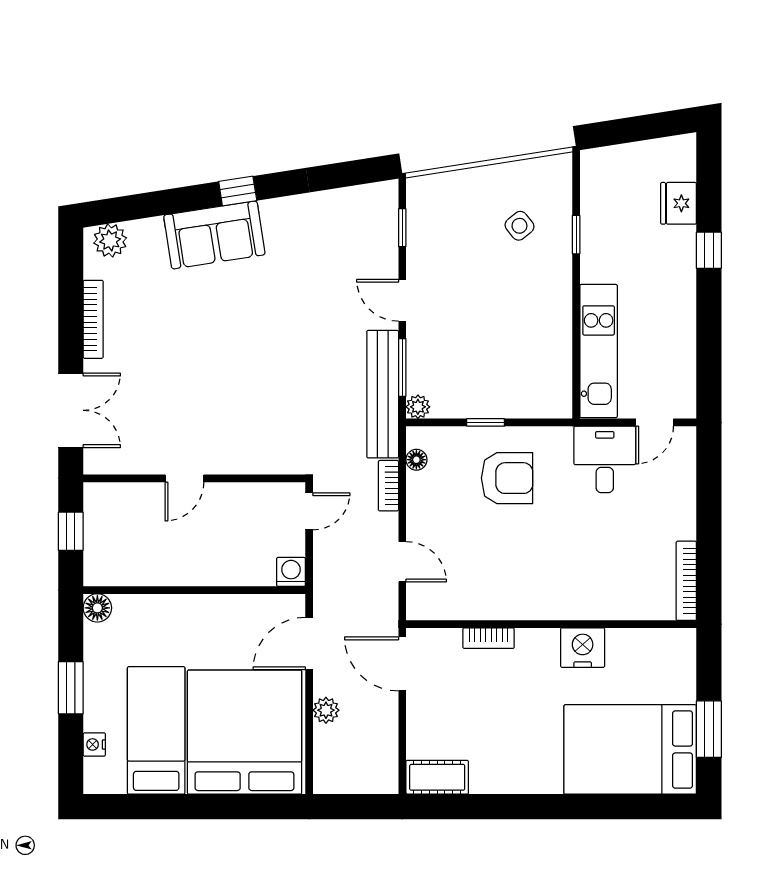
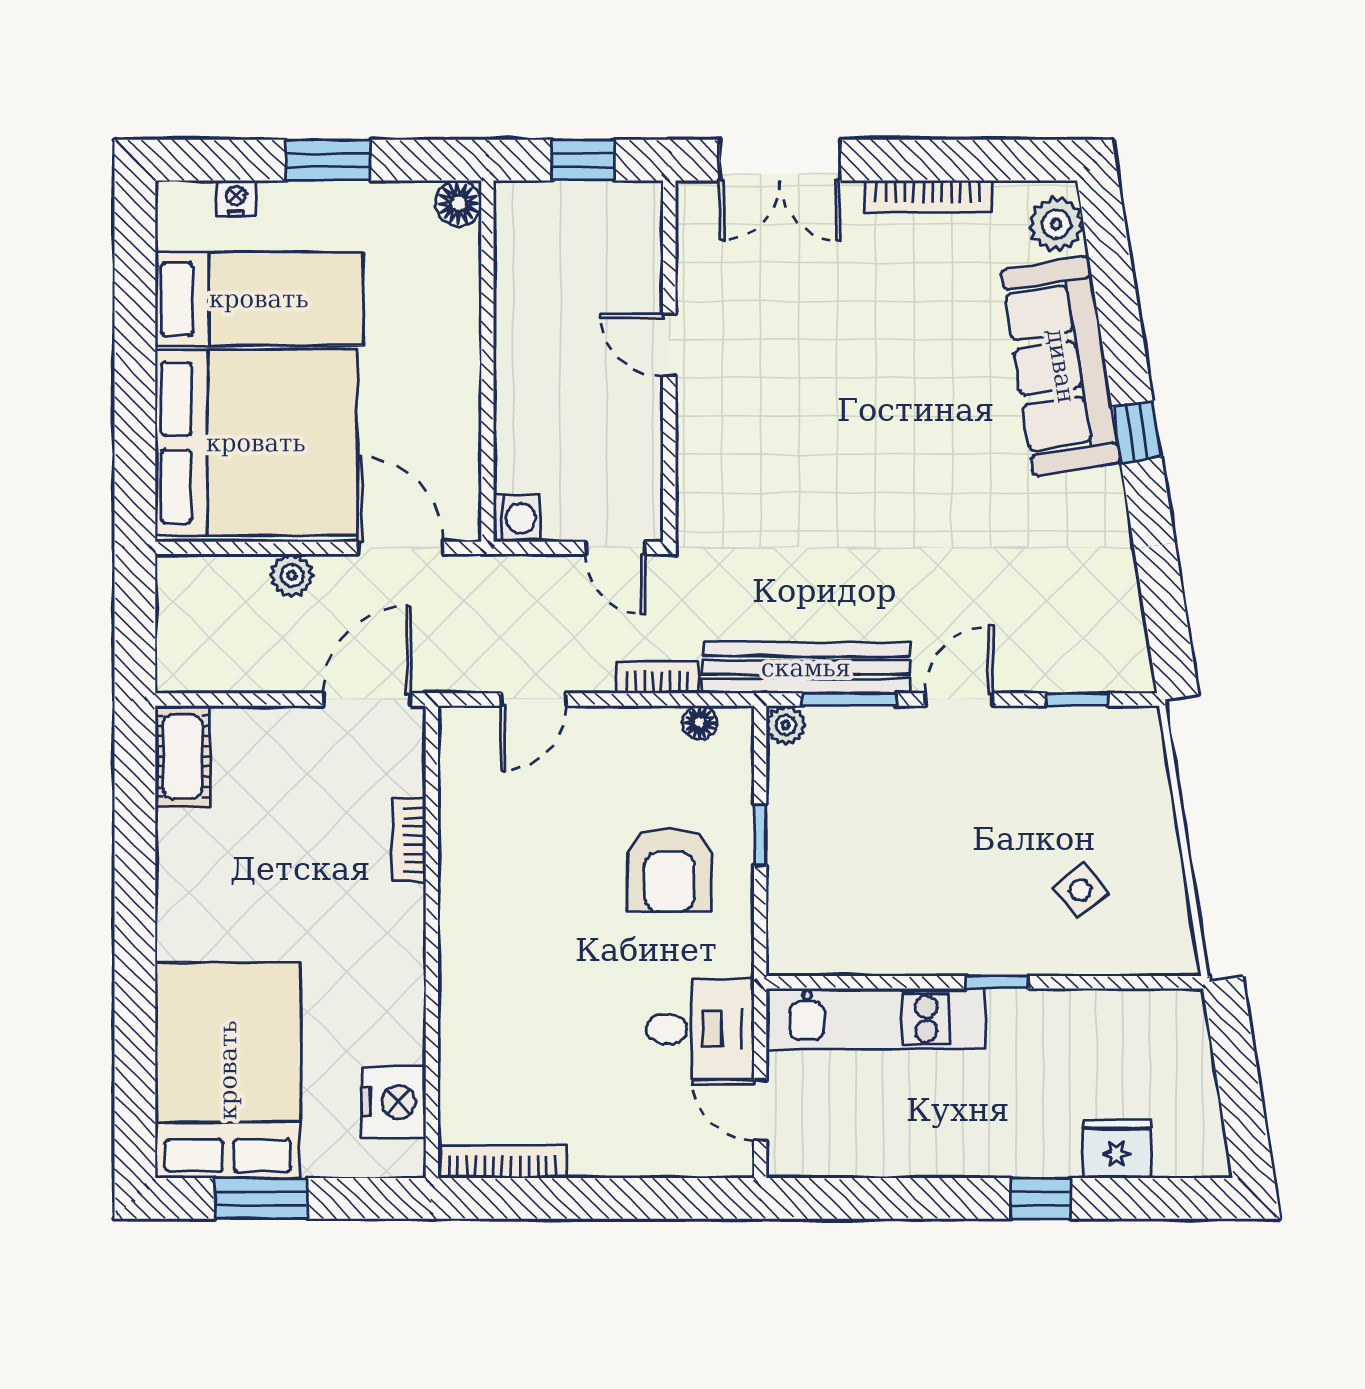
sofa: (214, 235) -> (1061, 366), width x1.36
window: (576, 235) -> (997, 982), moved
nightstand: (583, 648) -> (394, 1102), moved

